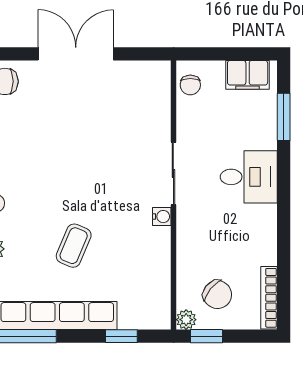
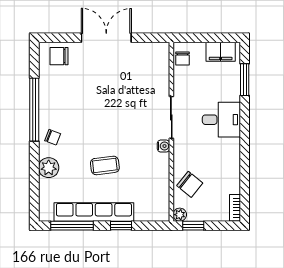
coffee table: (74, 246) -> (105, 165), turned 60
chair: (217, 295) -> (190, 184), moved
bookcase: (269, 298) -> (235, 208), width x0.64
window: (121, 336) -> (121, 226), moved

